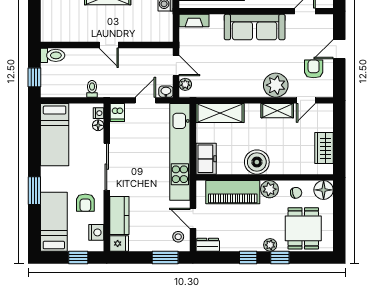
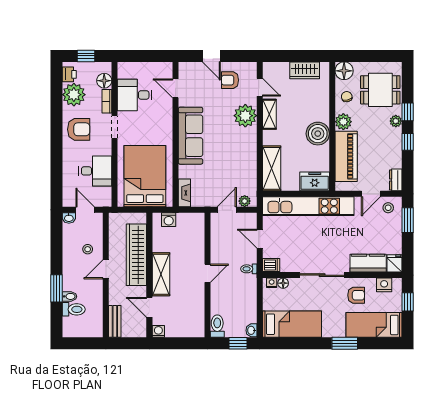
toilet: (92, 89) -> (249, 269), moved
washbasin: (166, 92) -> (251, 330), moved

